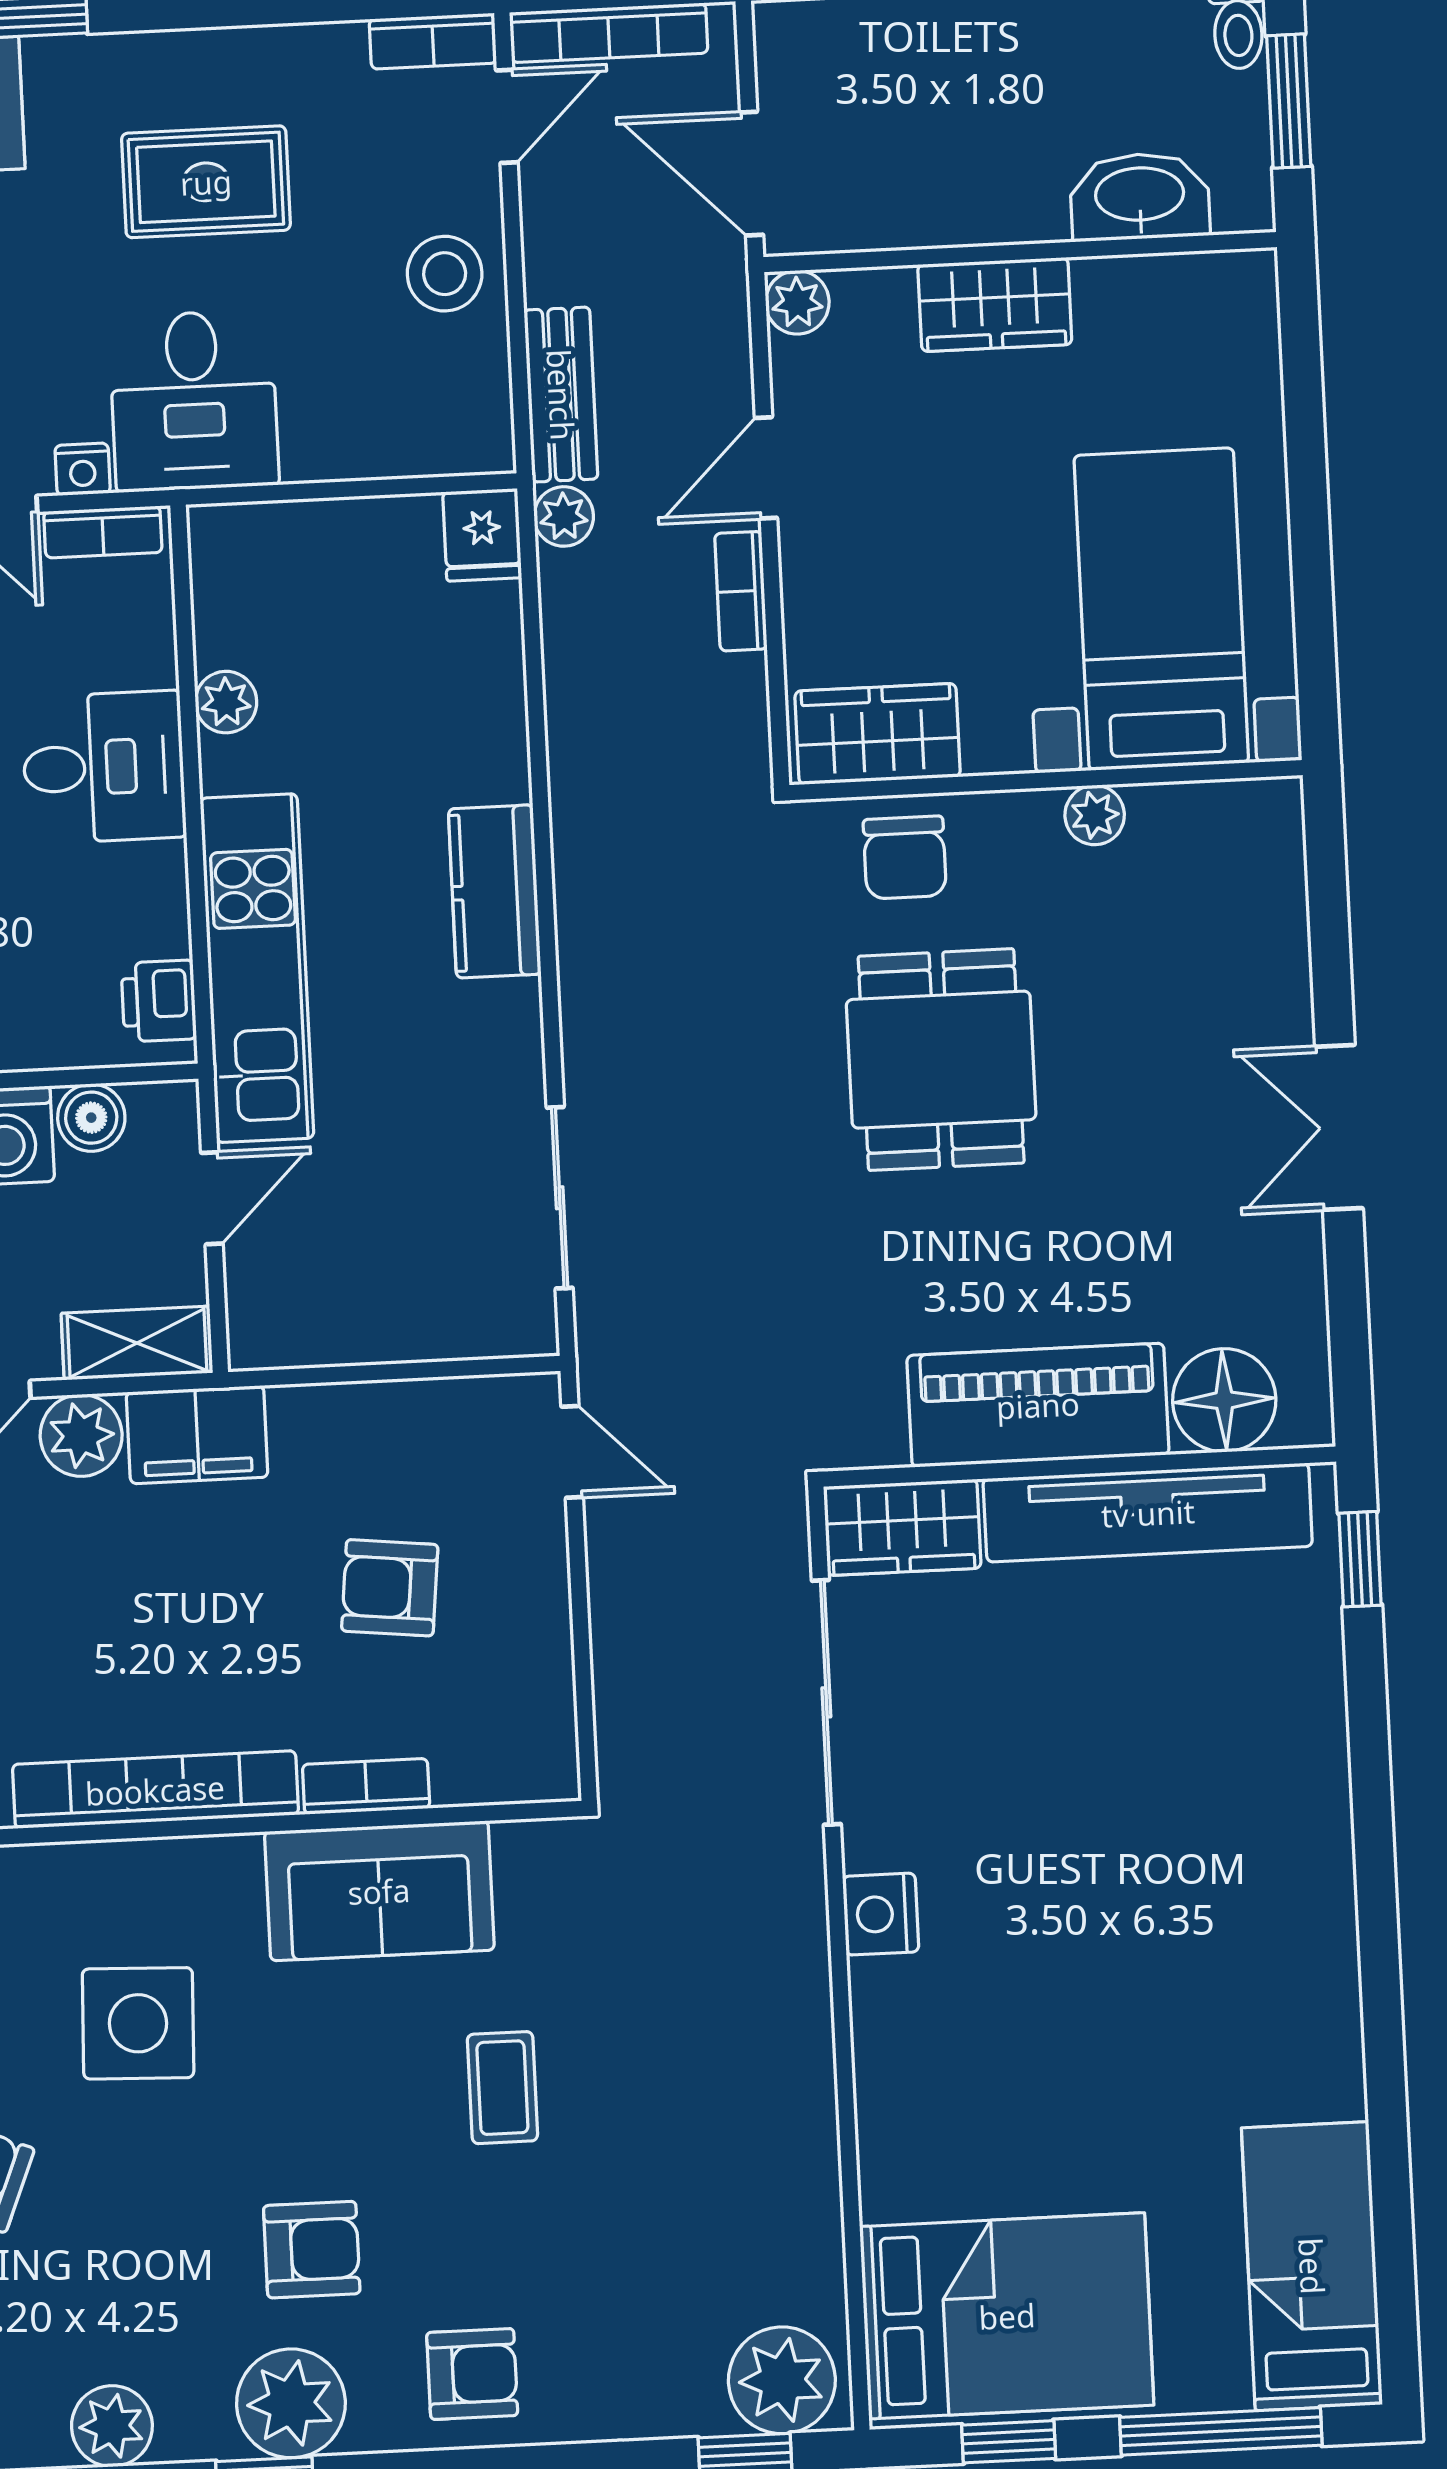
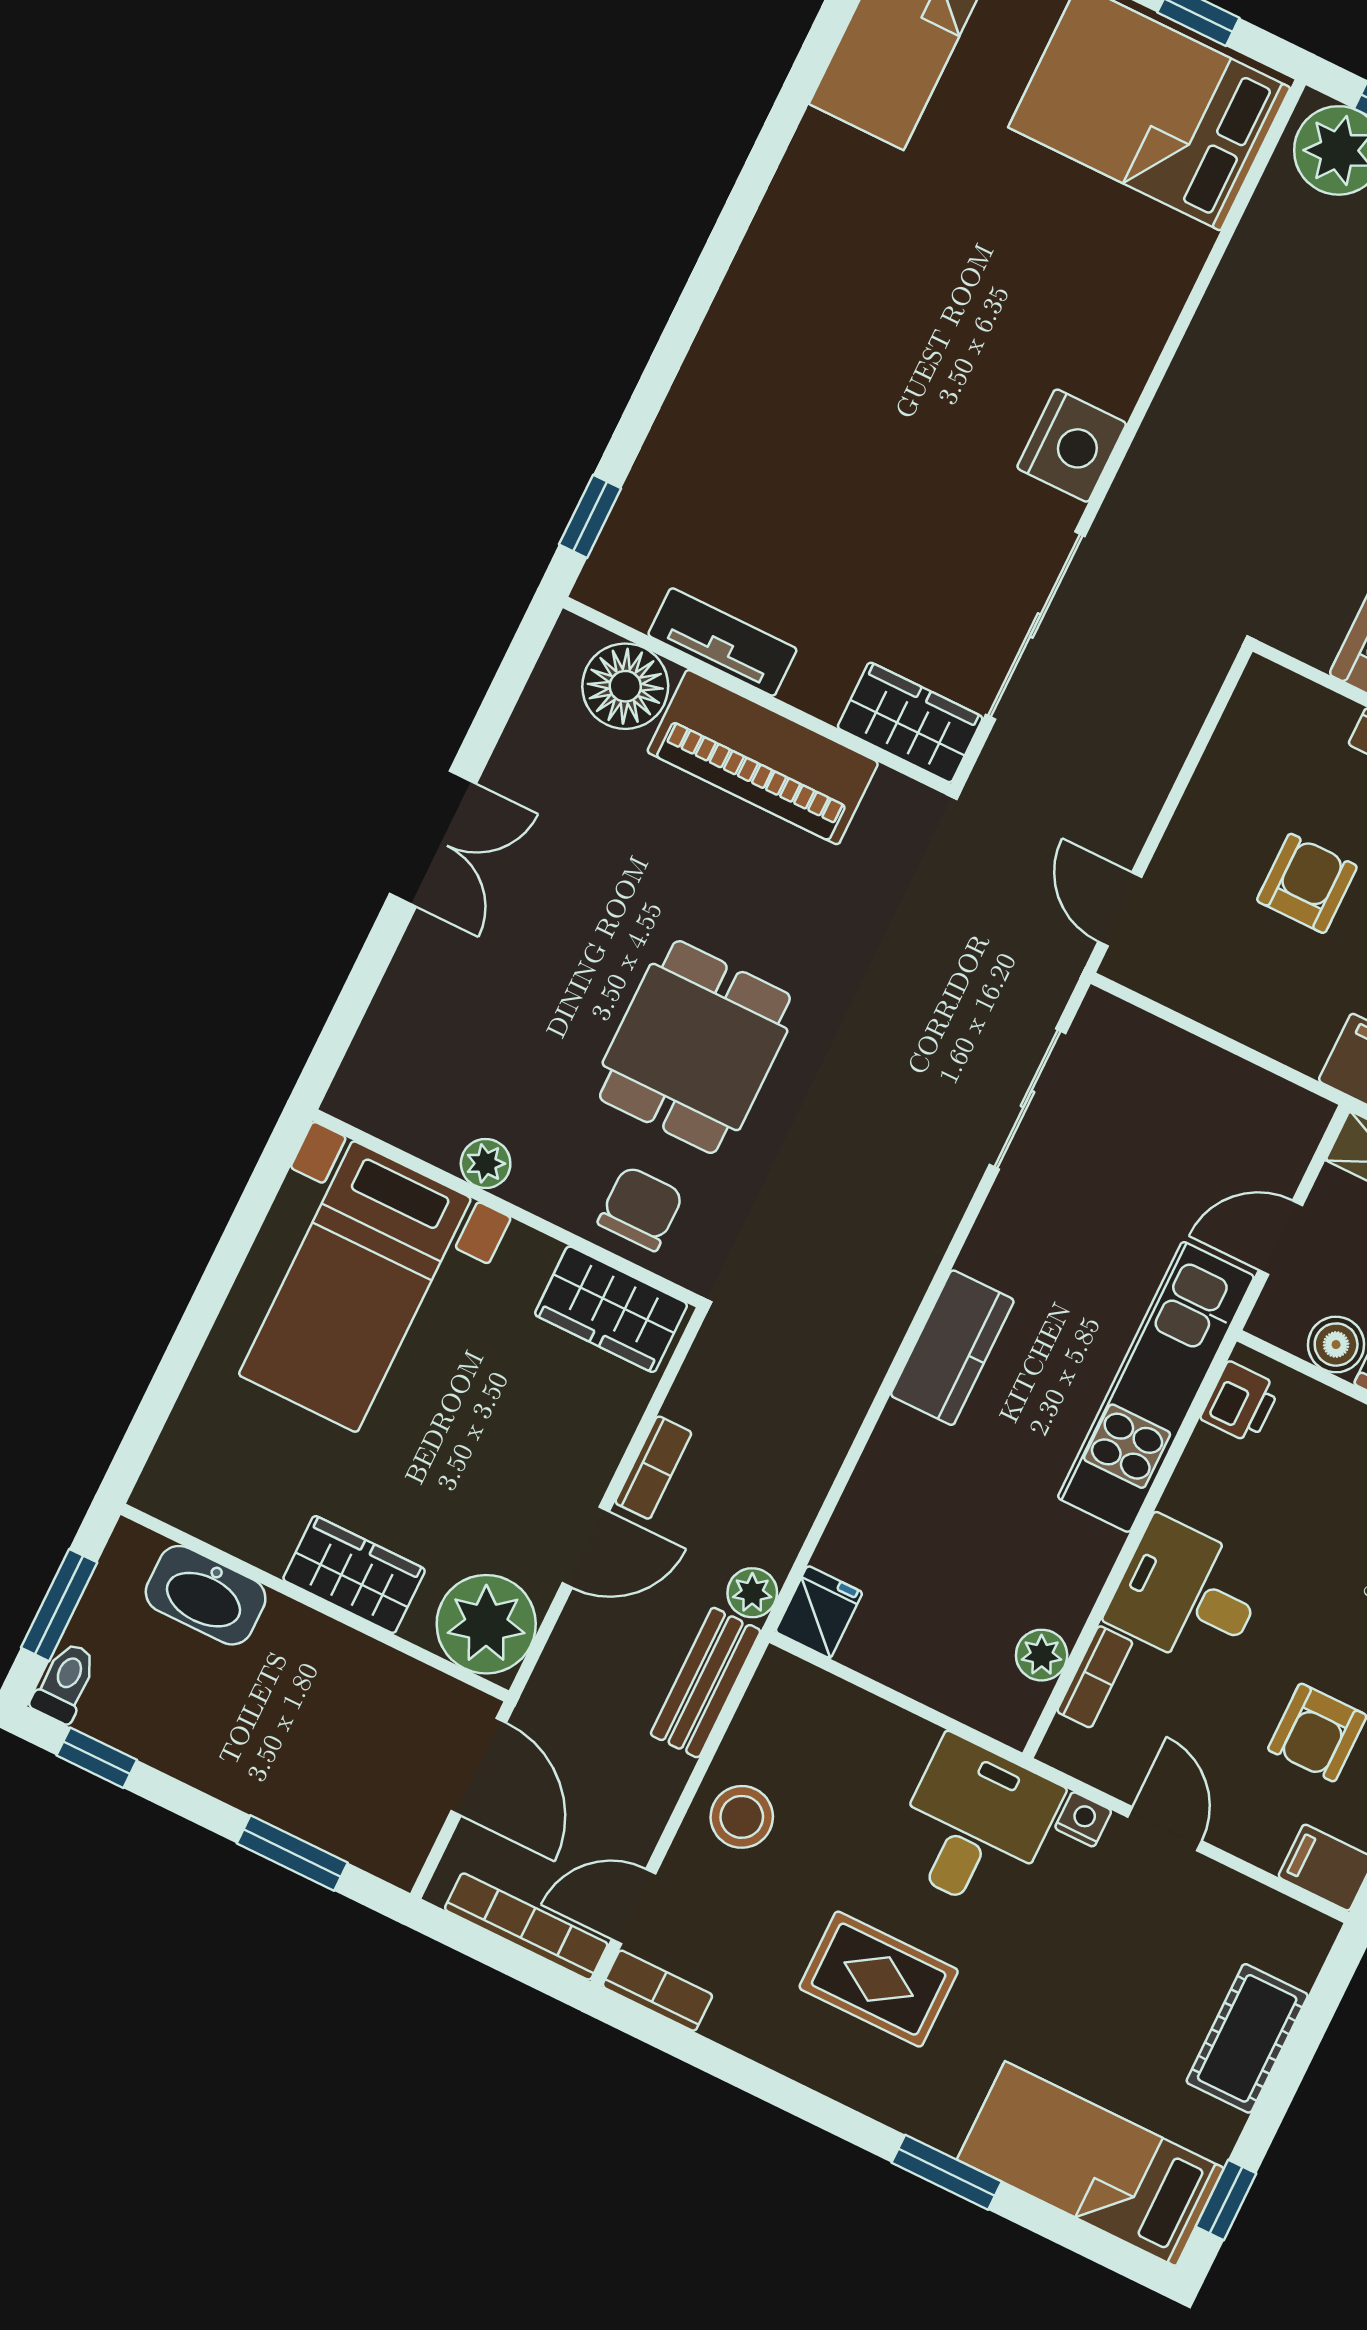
plant: (797, 302) -> (486, 1624), width x1.88, depth x1.88
bookcase: (103, 532) -> (1095, 1677), moved, turned 90
plant: (226, 702) -> (1042, 1655), moved
tv unit: (1148, 1513) -> (722, 642), width x0.52, depth x0.78
armchair: (390, 1588) -> (1307, 883), turned -96
nightstand: (881, 1914) -> (1072, 446), width x1.36, depth x1.33

